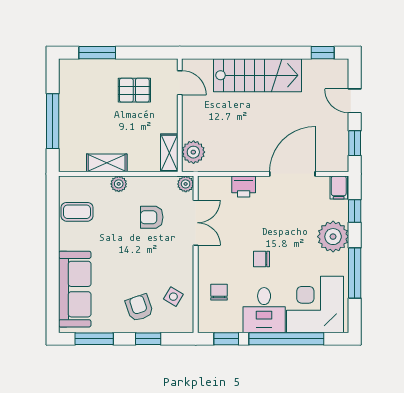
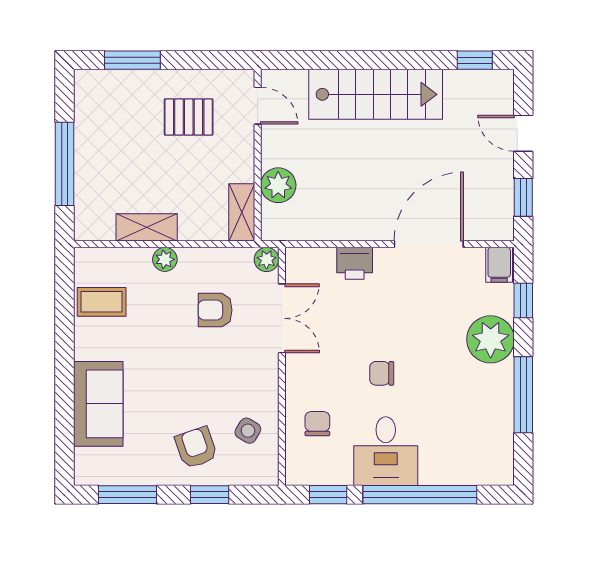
plant: (193, 152) -> (278, 185), moved
sofa: (75, 289) -> (98, 404), width x0.73
corner desk: (315, 304) -> (463, 442), removed

